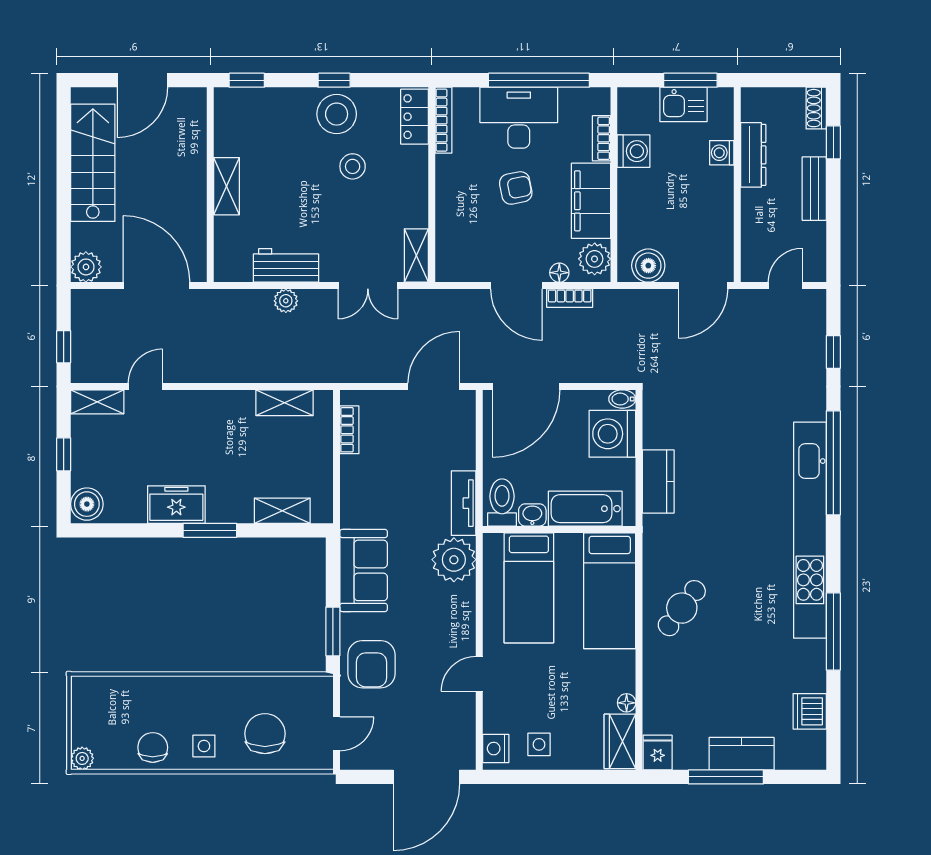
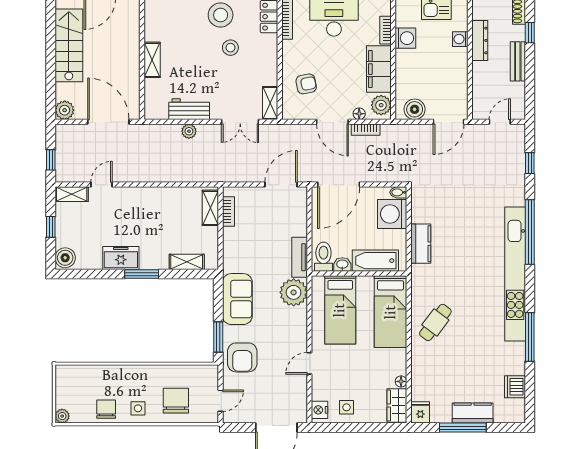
armchair: (516, 188) -> (306, 84), moved
shelving: (285, 403) -> (210, 208), moved, turned 90

